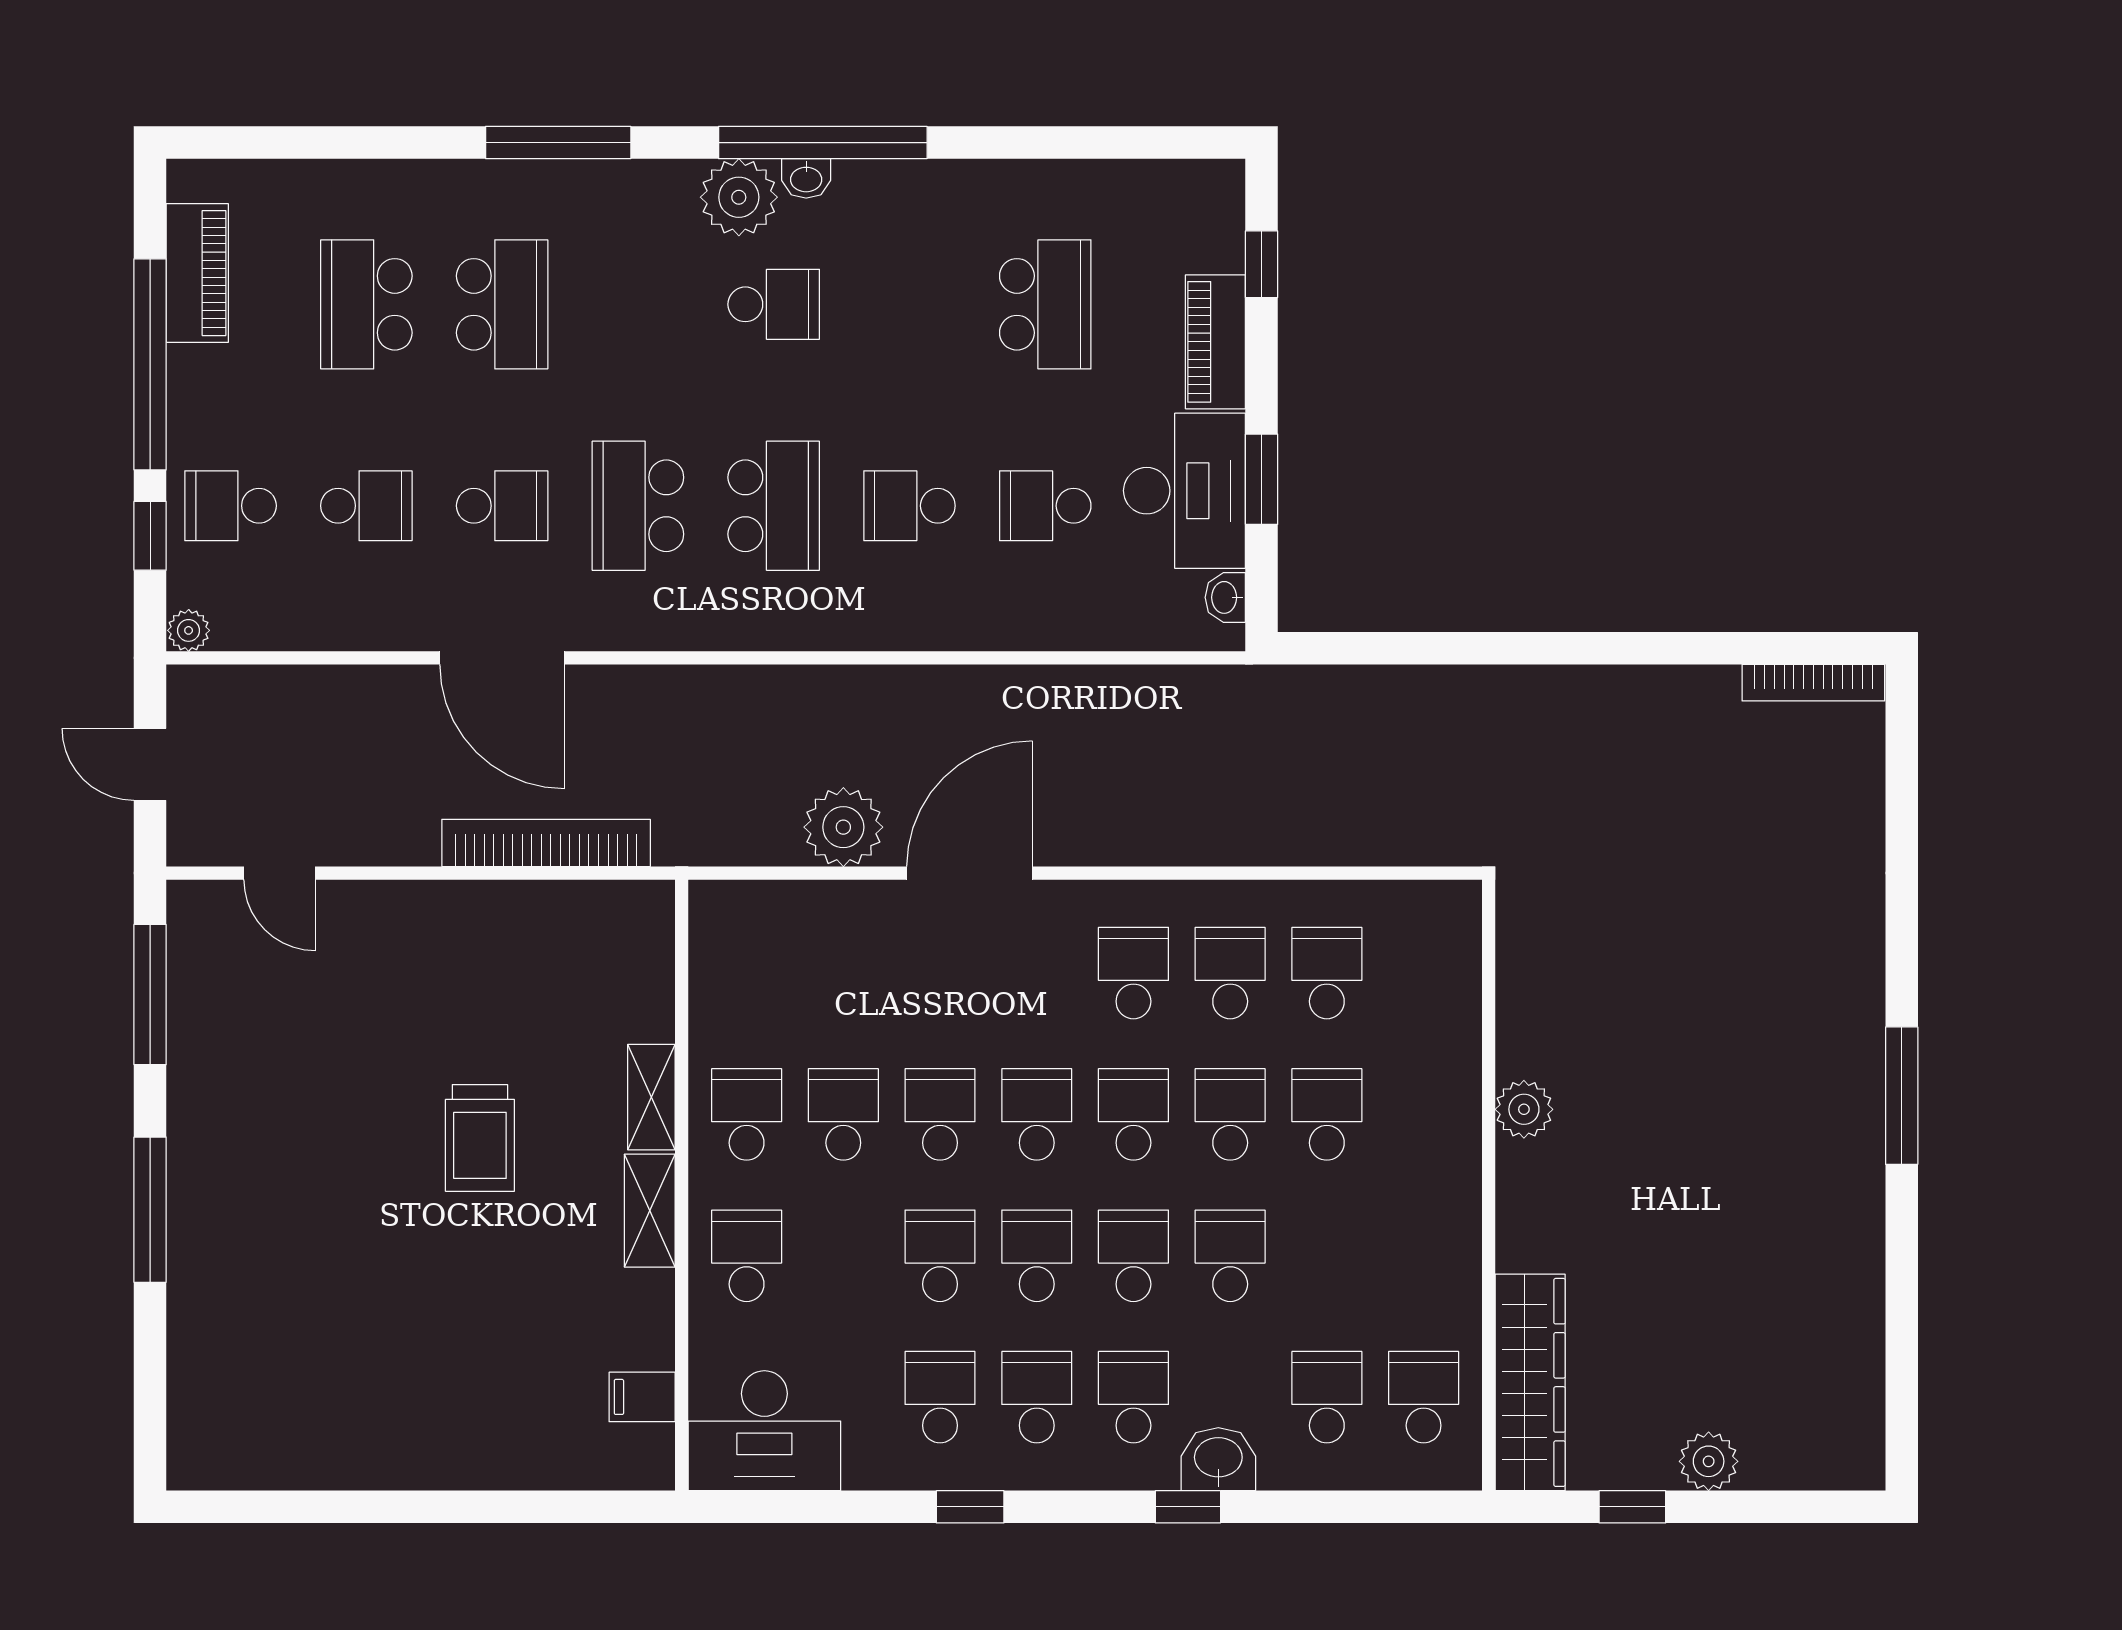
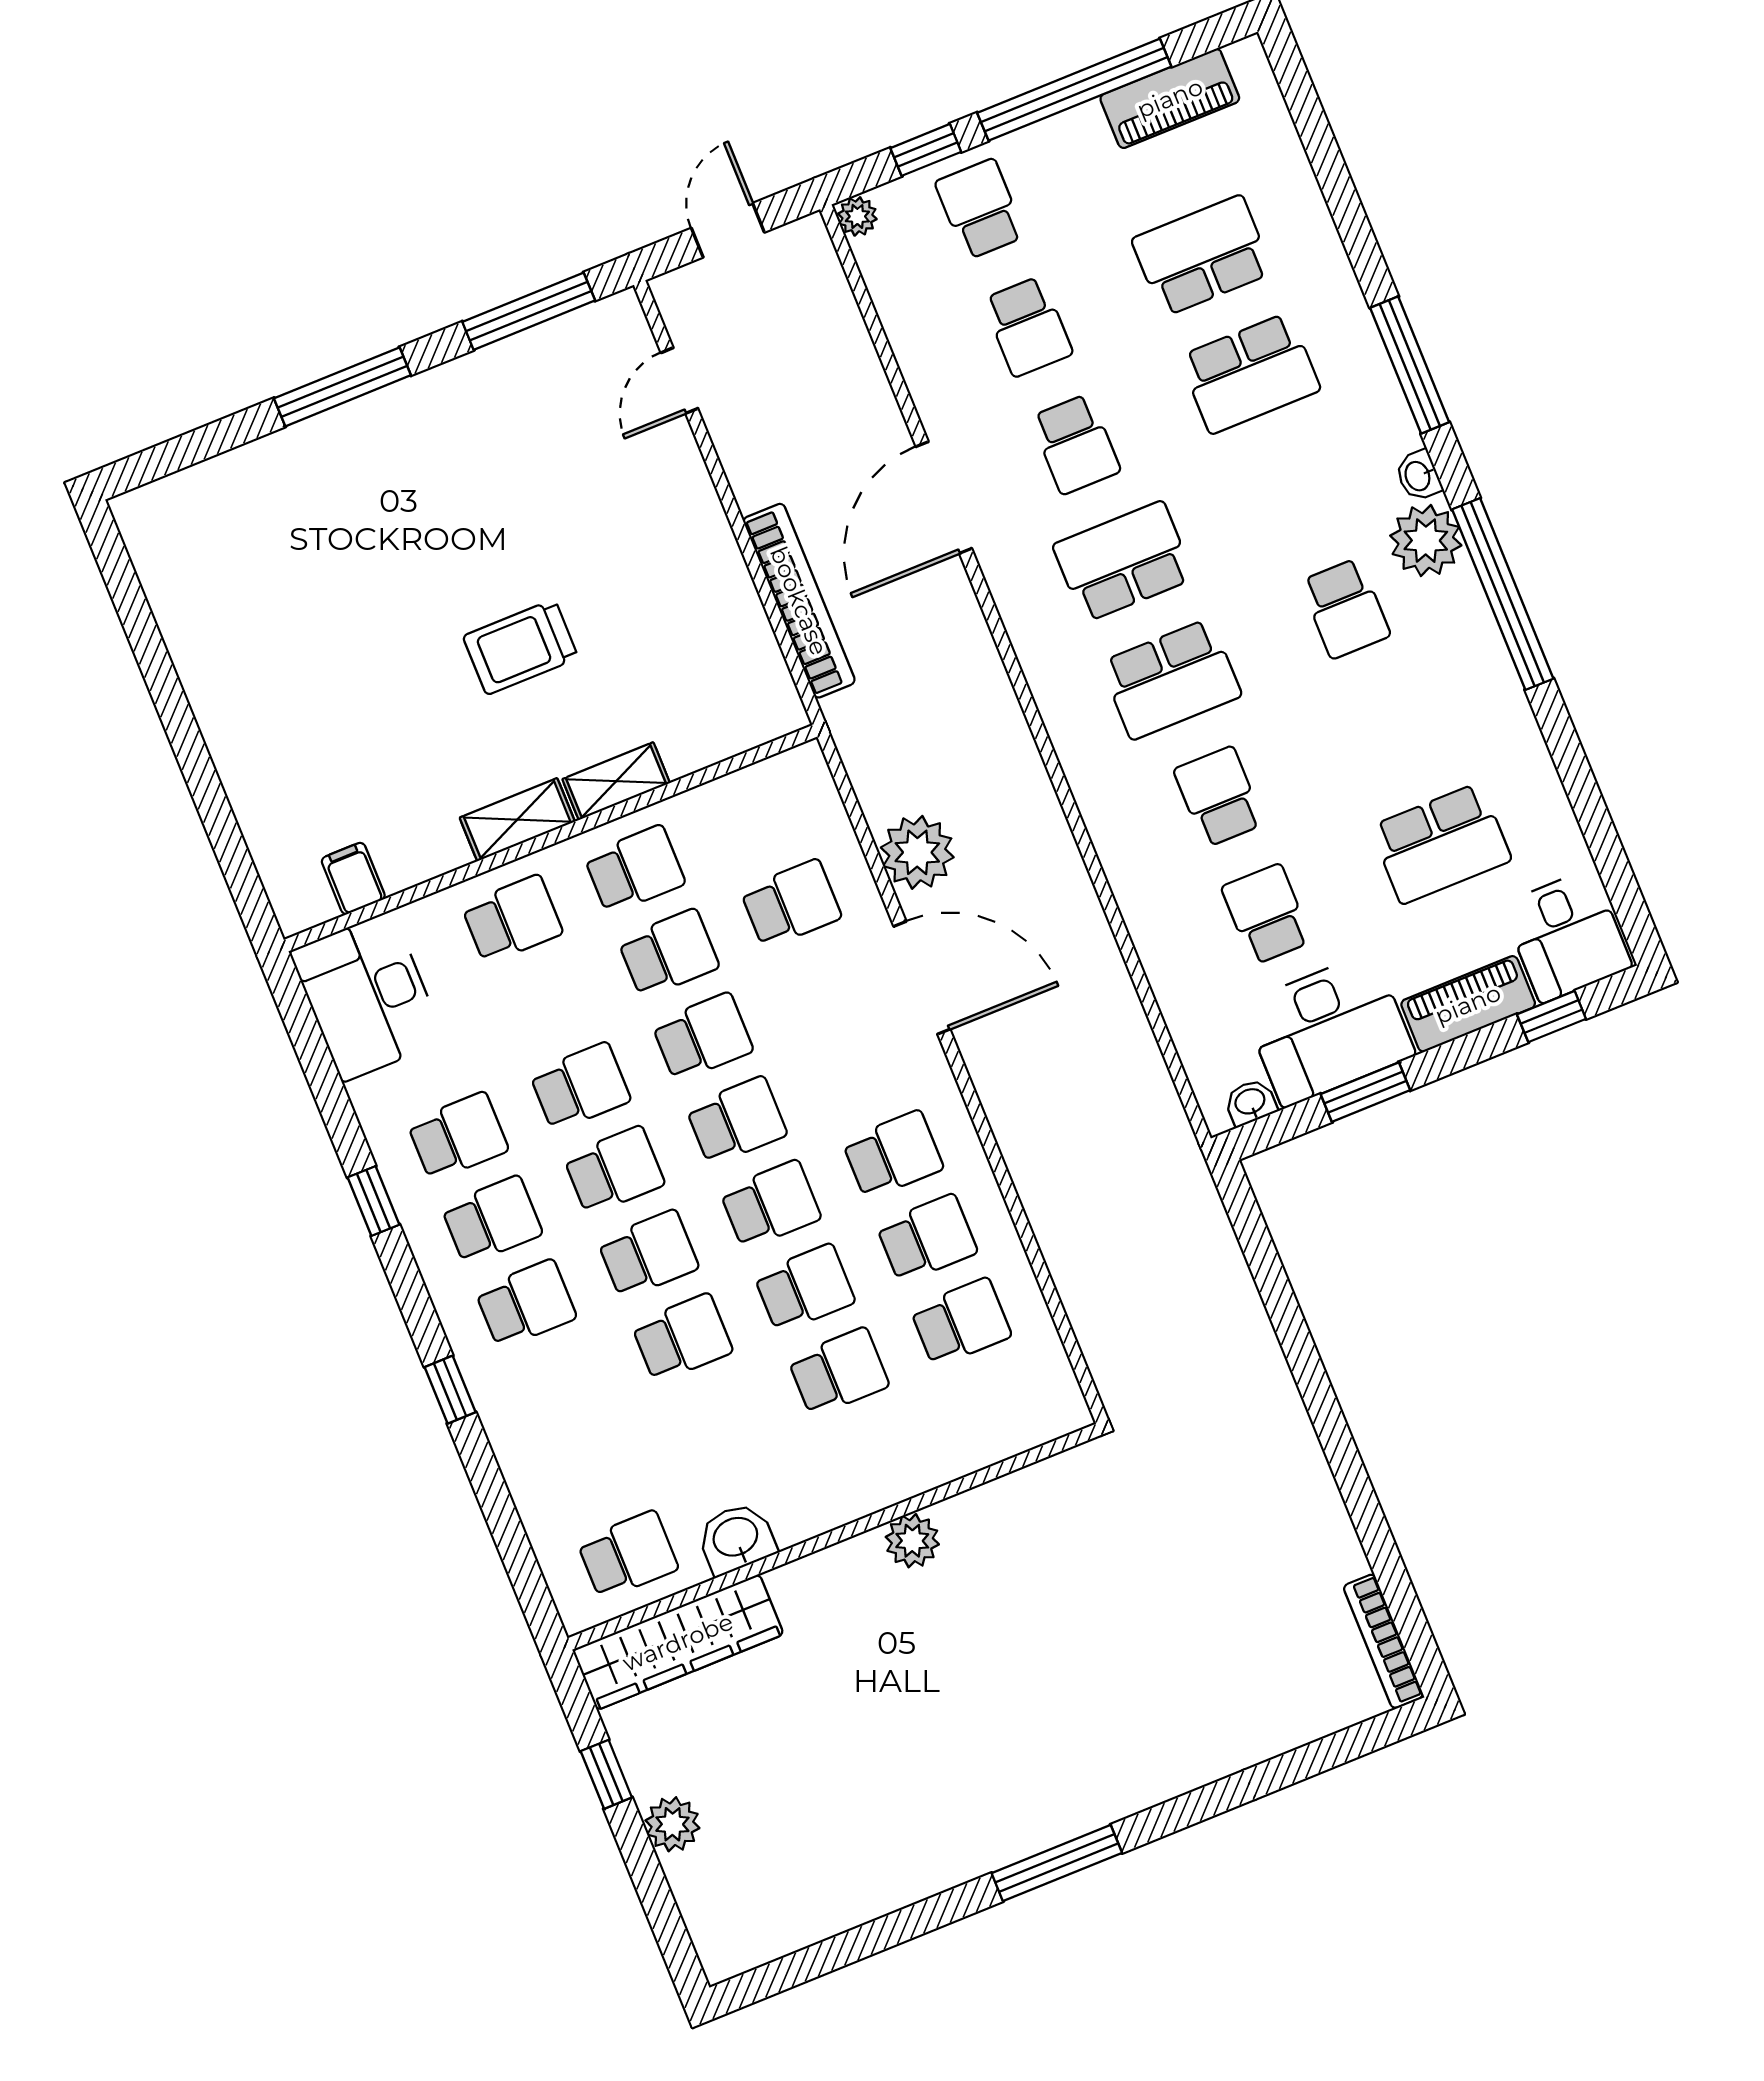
washbasin: (806, 178) -> (1418, 476), moved
desk: (1187, 217) -> (1567, 936), added
school desk: (1327, 1397) -> (791, 904), moved
washbasin: (1218, 1459) -> (736, 1538), moved, turned -90

